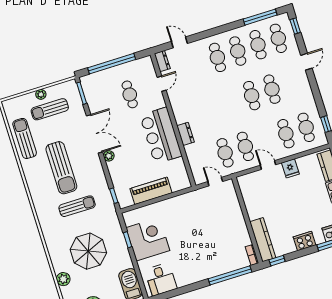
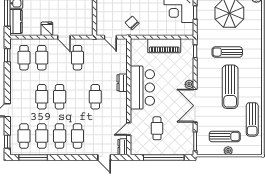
cafe table: (225, 153) -> (95, 97), moved
sun lounger: (61, 168) -> (230, 87), turned 180
chair: (196, 205) -> (132, 23), added

